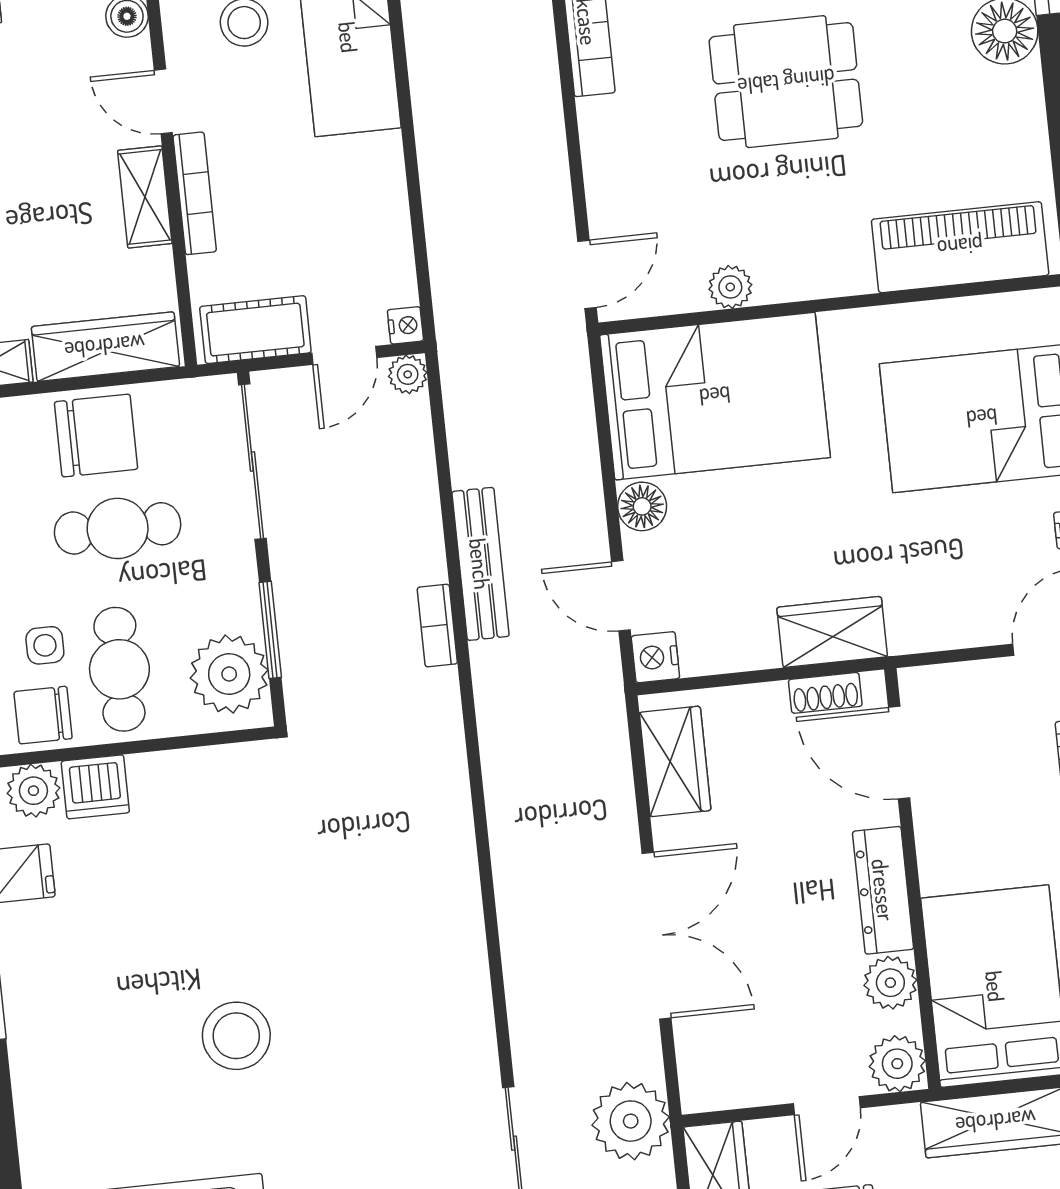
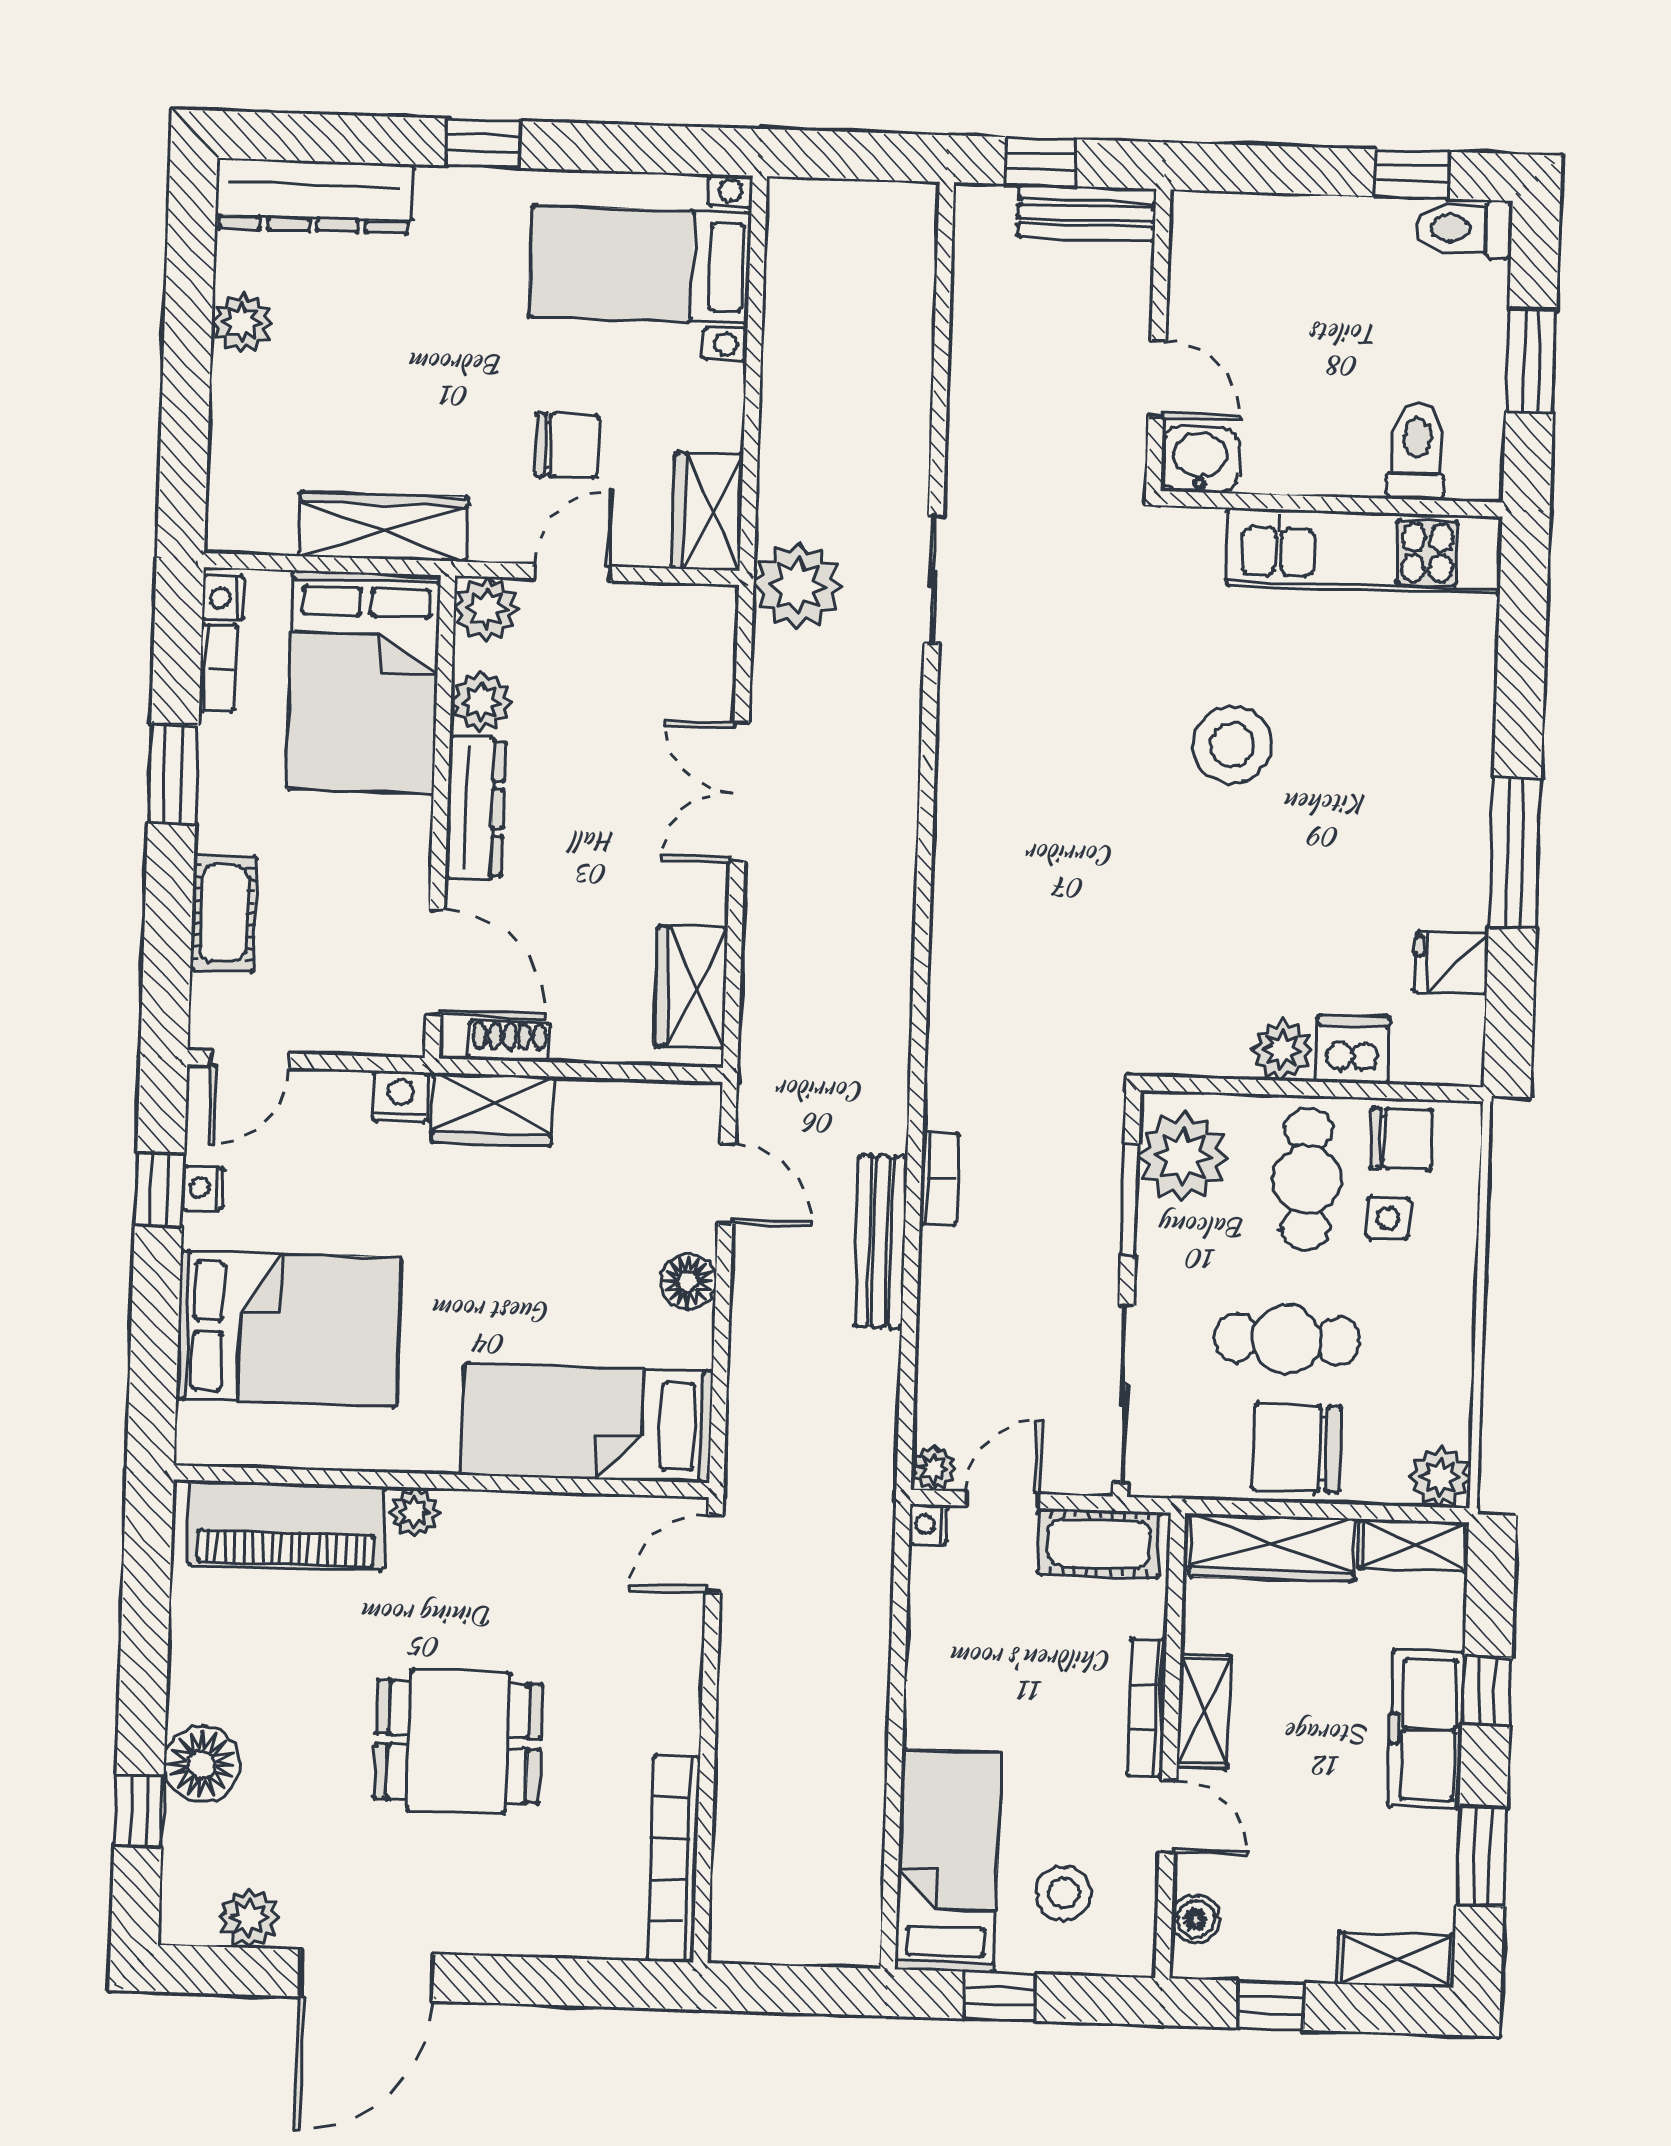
plant: (730, 287) -> (414, 1512), moved
bed: (715, 396) -> (587, 1423), width x0.67
nightstand: (655, 657) -> (400, 1096), moved, turned -90
plant: (33, 791) -> (1282, 1050), moved
double door: (657, 936) -> (739, 792), width x0.73

